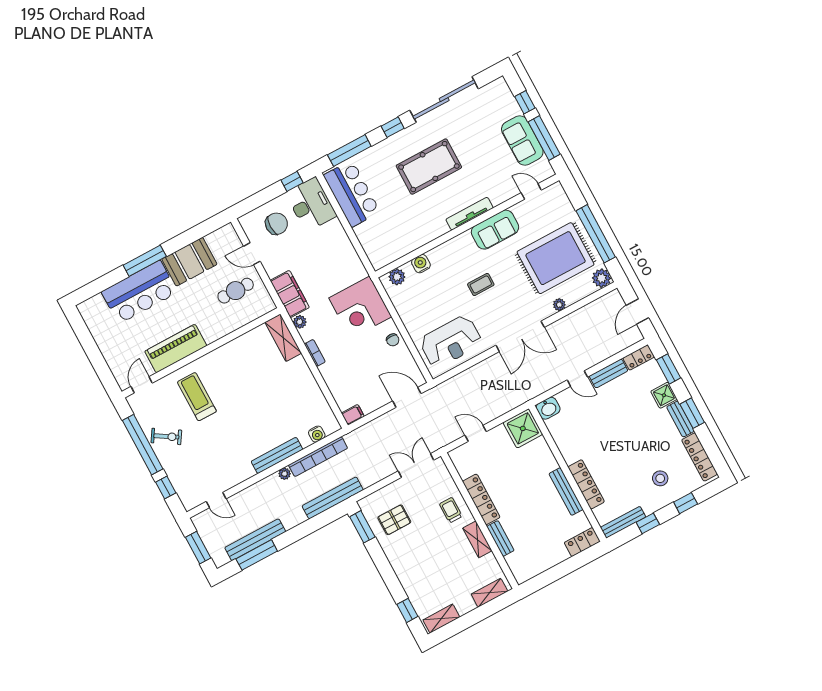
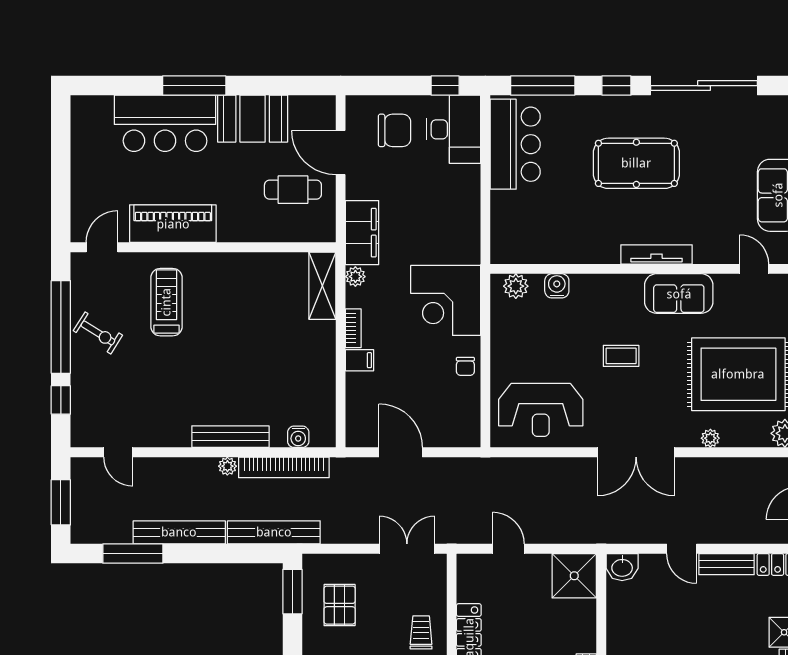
door: (252, 254) -> (341, 152), width x1.38
door: (407, 397) -> (401, 452), moved
filing cabinet: (353, 415) -> (360, 360), moved
pallet: (394, 520) -> (340, 605), turned 90
bench: (255, 540) -> (179, 532), moved

